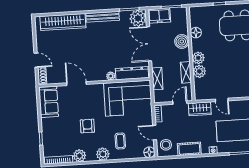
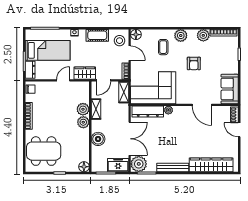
floor lamp: (196, 33) -> (84, 167), moved
shelving: (157, 79) -> (124, 92), moved
door: (222, 100) -> (63, 80), hinge flipped

